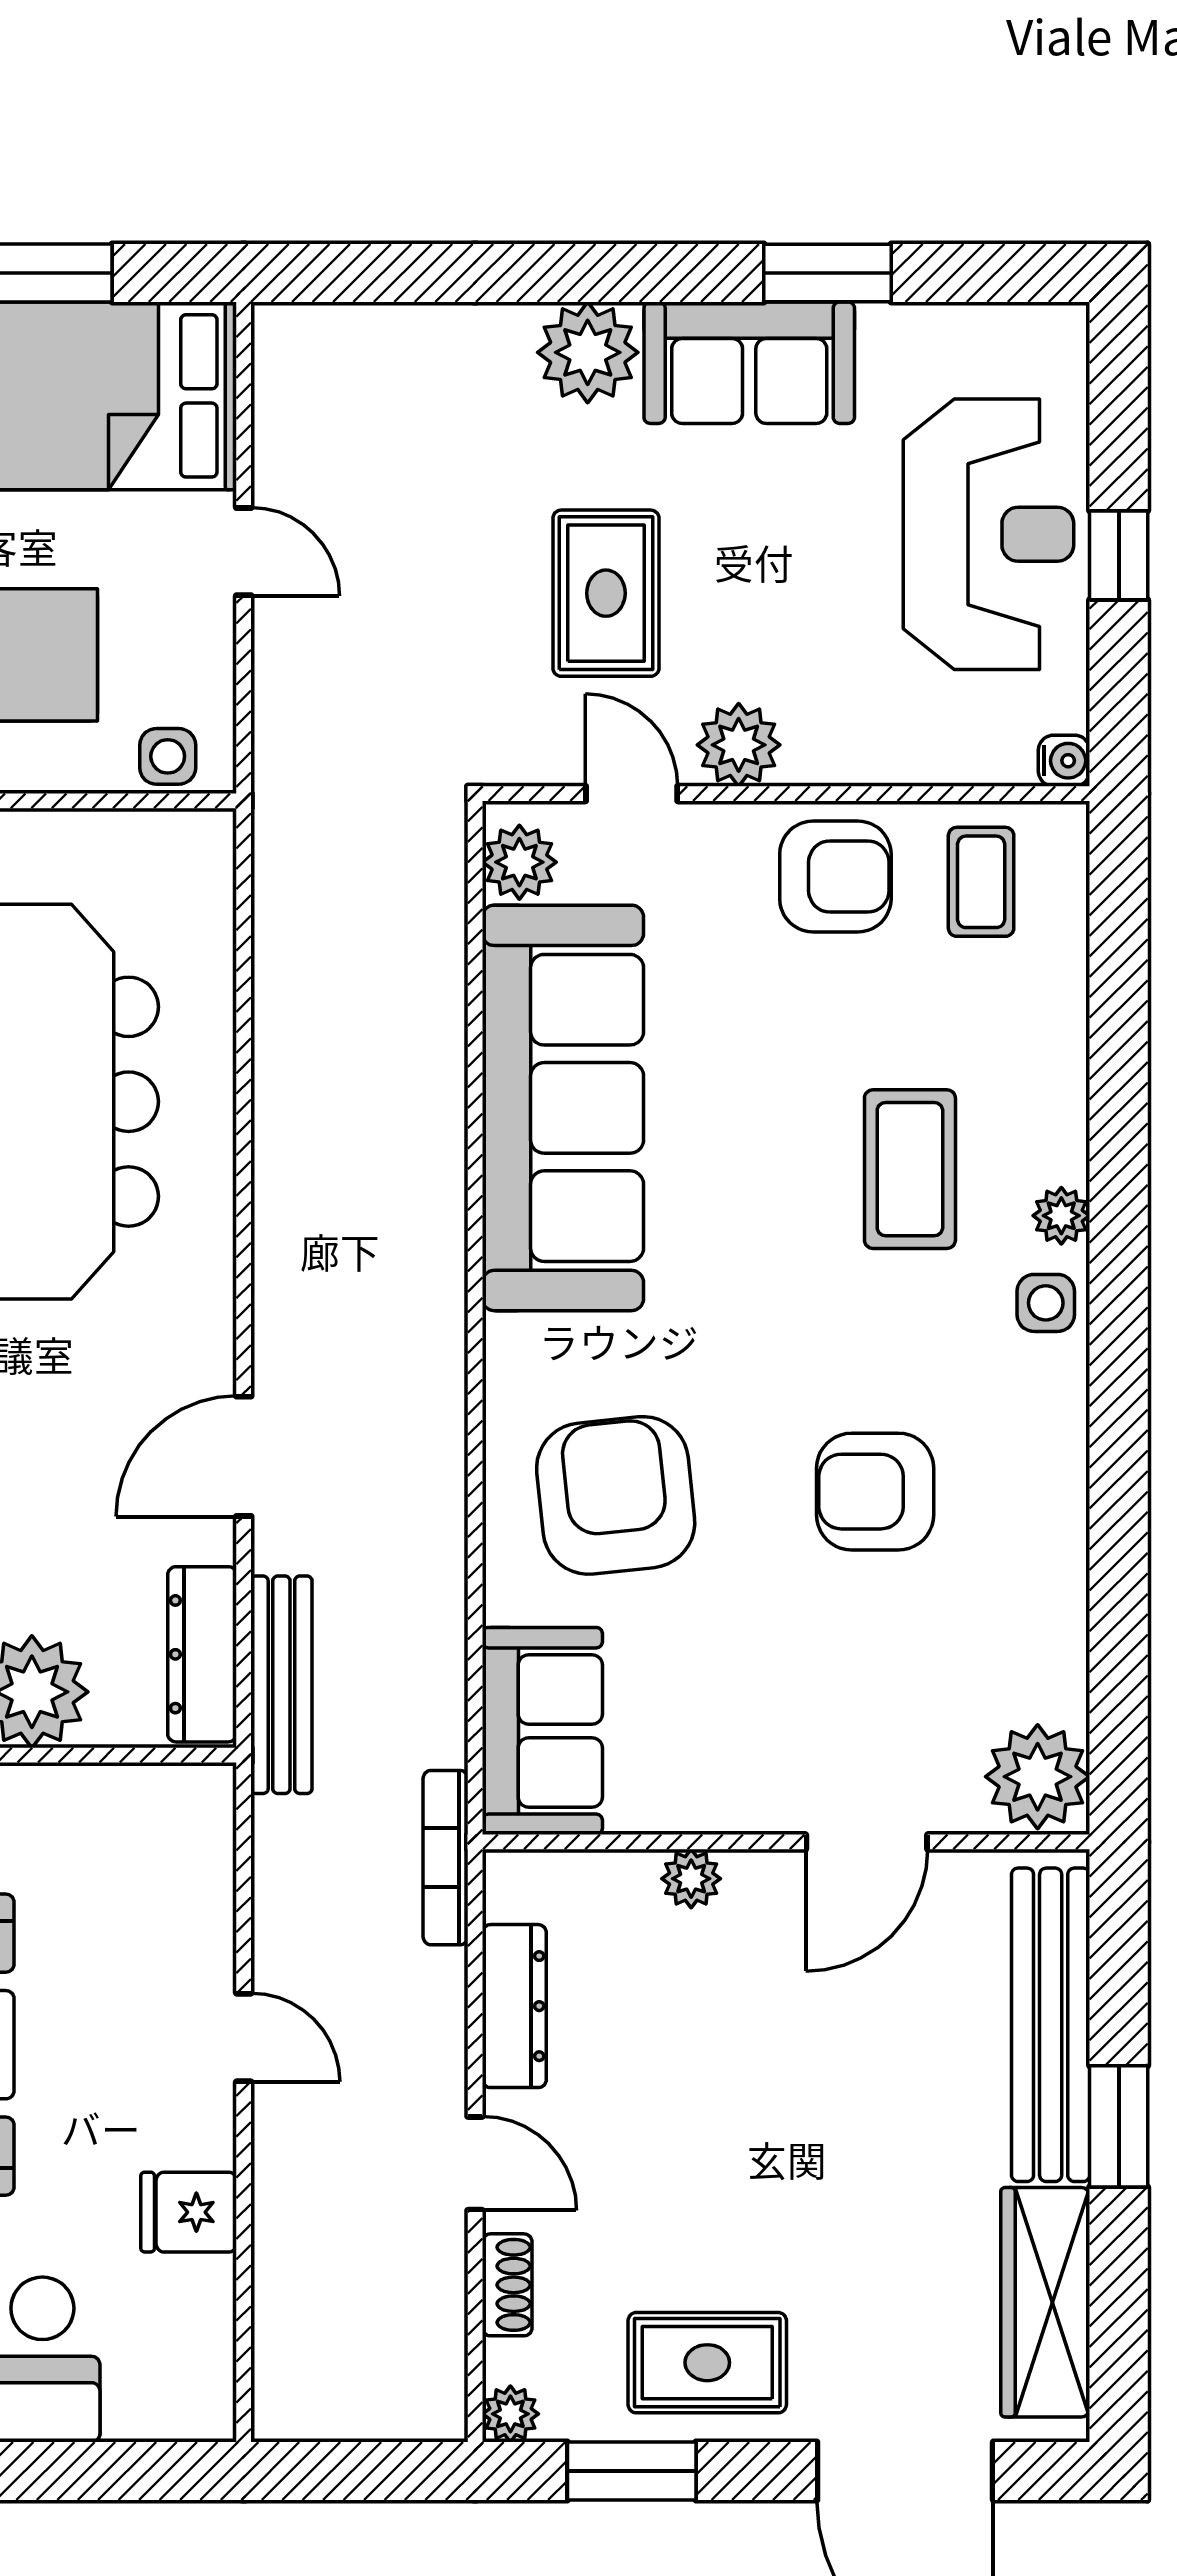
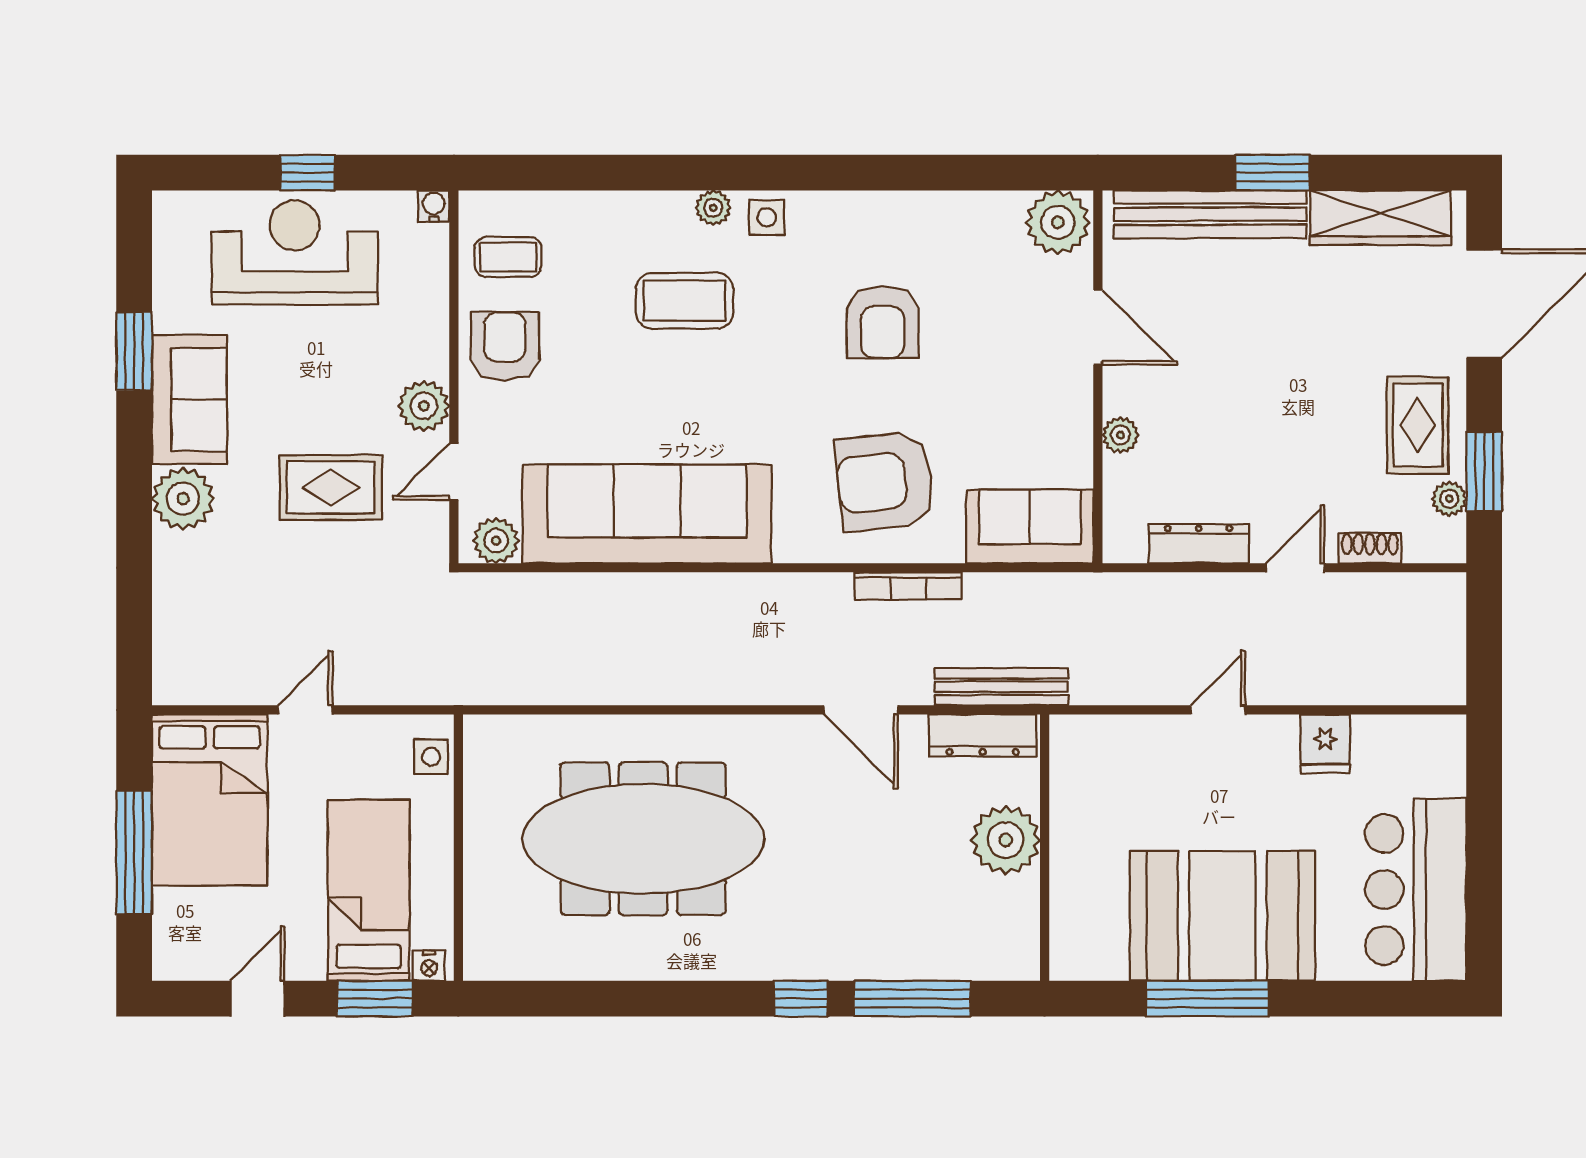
bookcase: (446, 1858) -> (908, 586), moved
plant: (510, 2414) -> (1449, 499), moved

